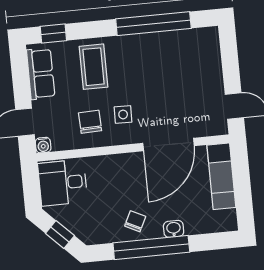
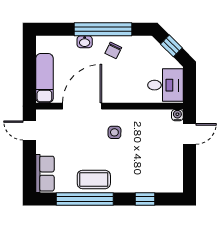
window: (53, 33) -> (145, 199), moved
coffee table: (94, 67) -> (94, 179), moved, turned 90
row of seats: (41, 74) -> (45, 174), moved, turned 180
chair: (90, 122) -> (140, 129), removed

